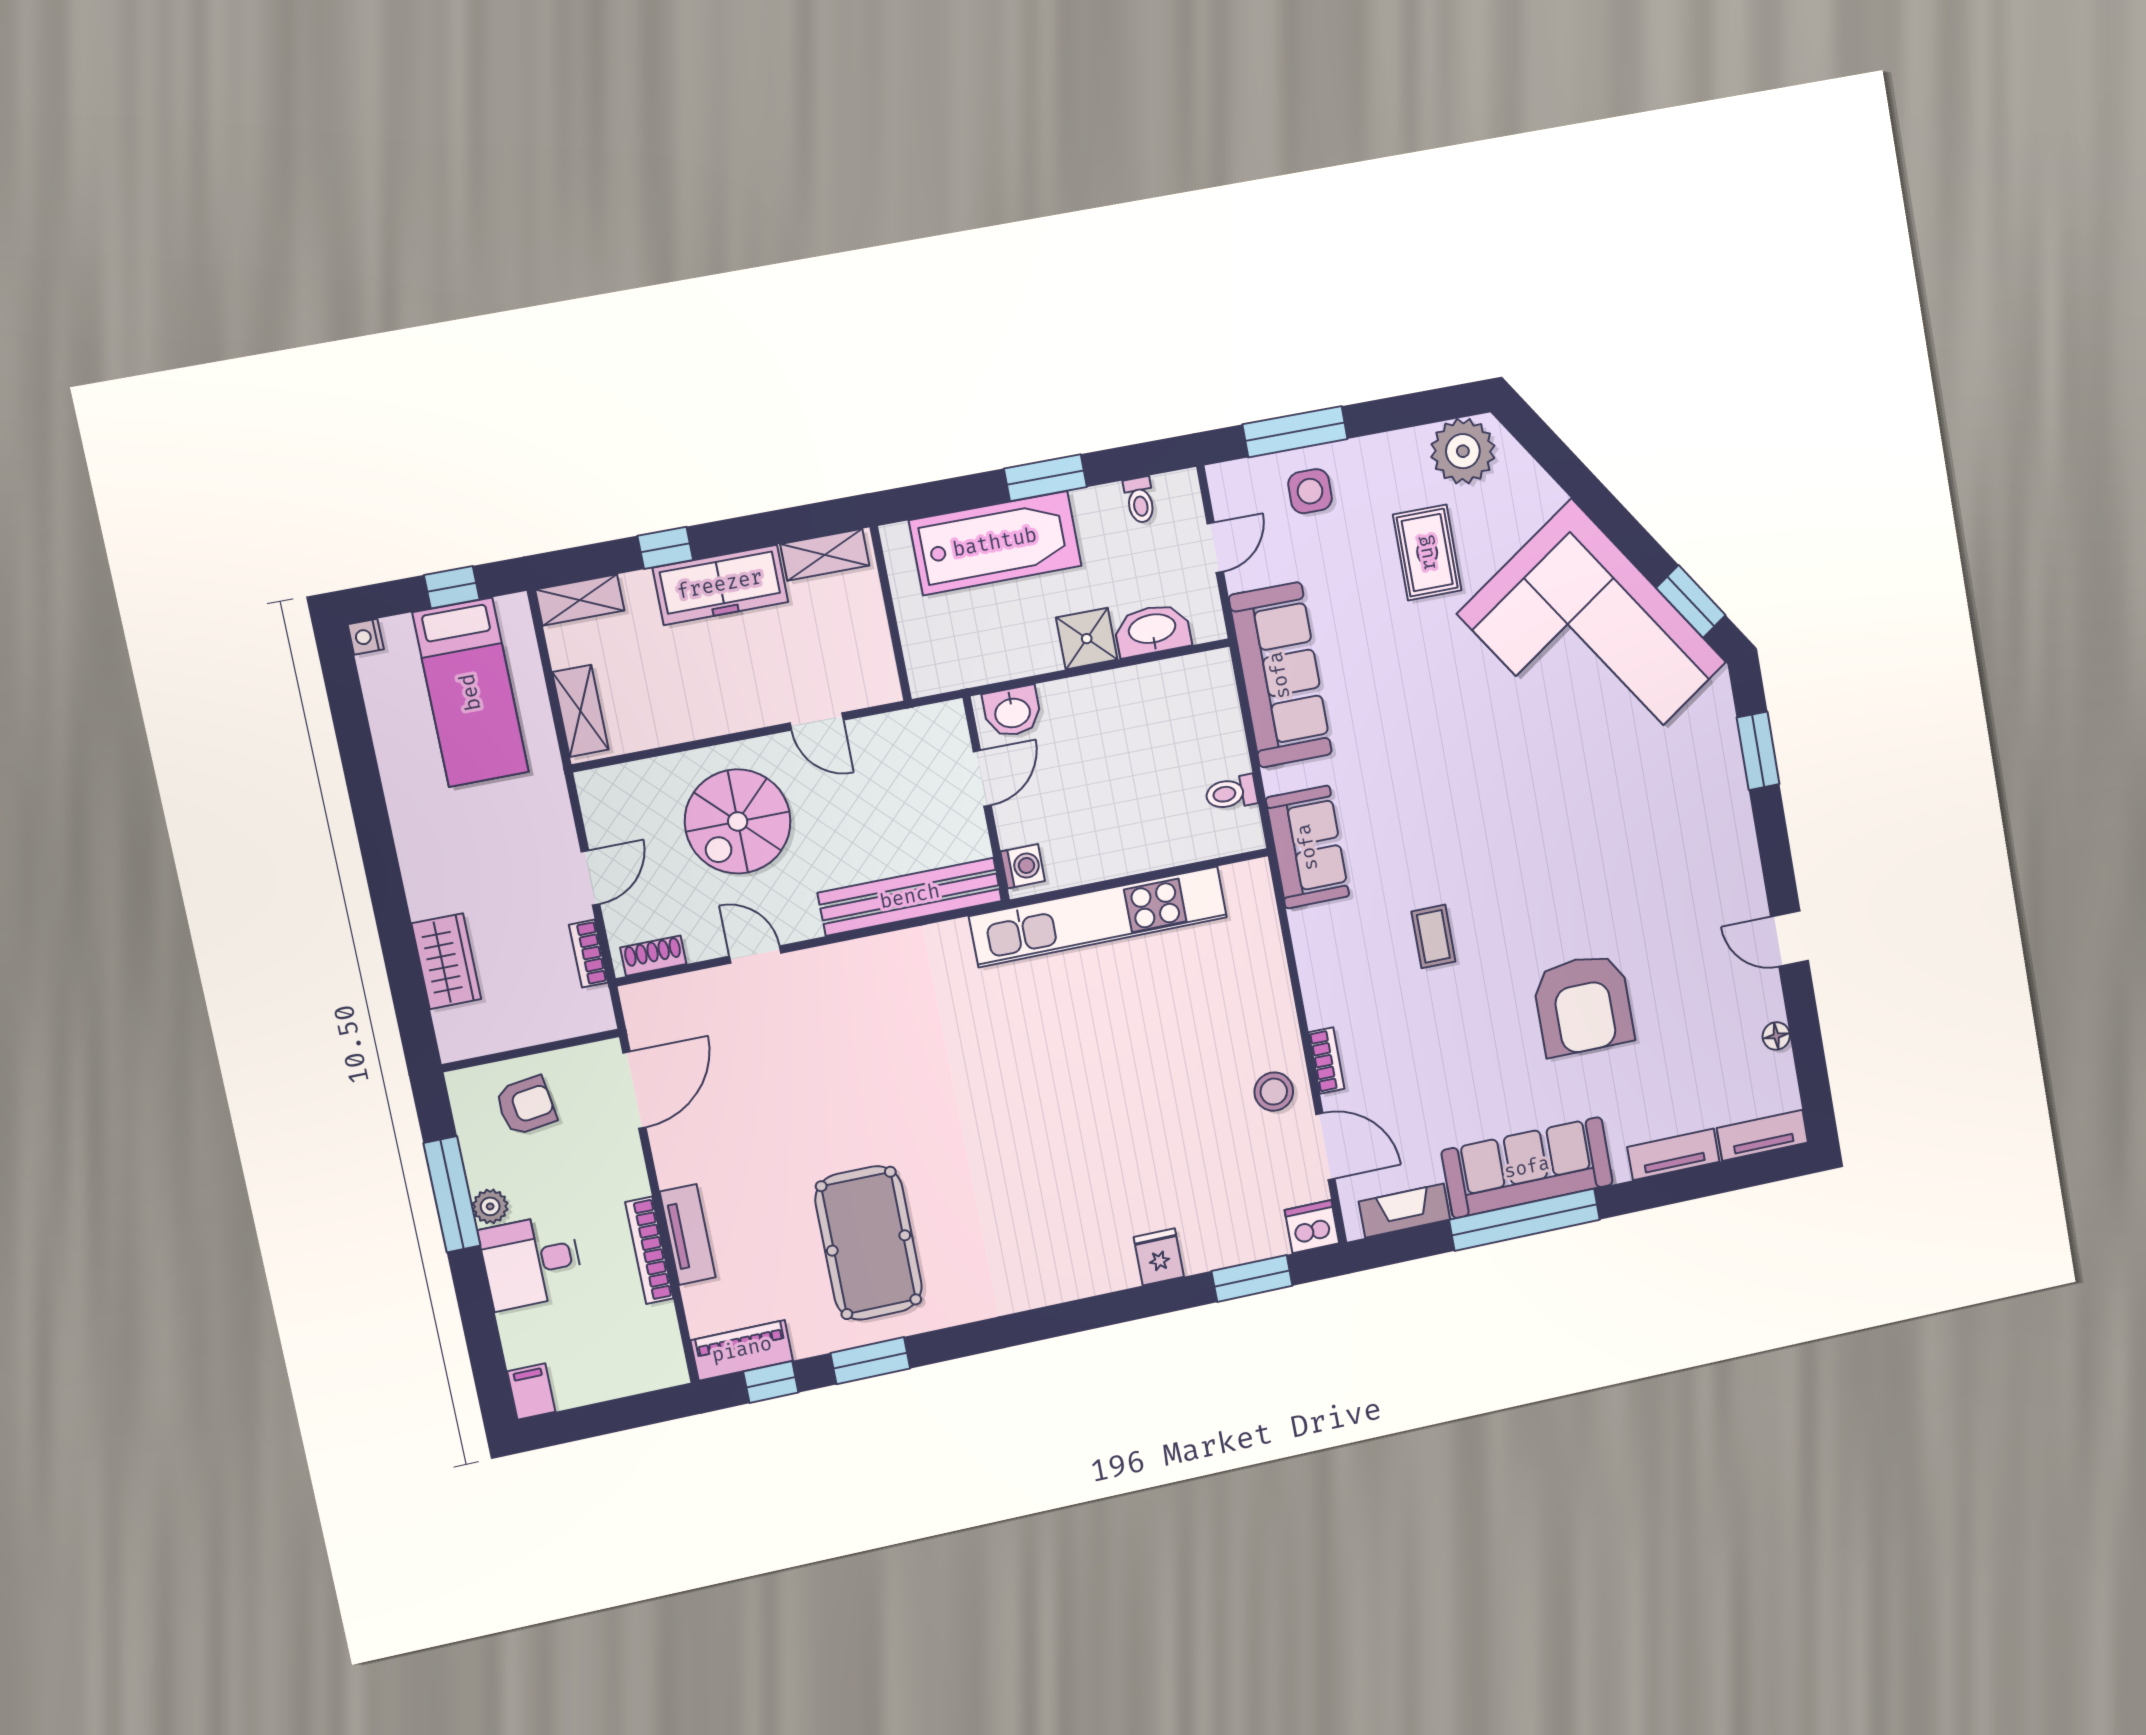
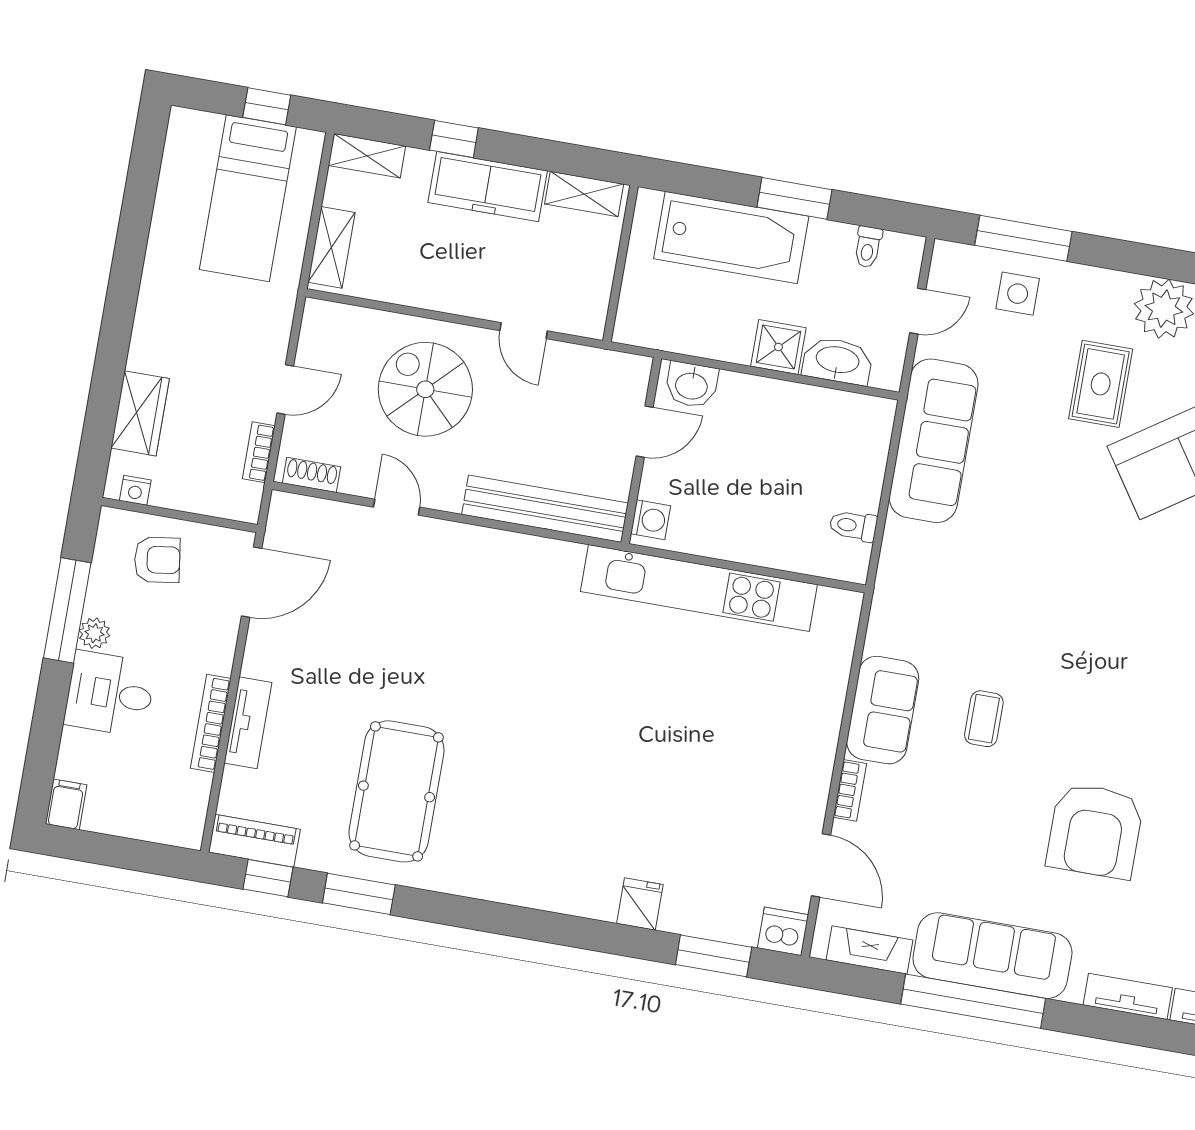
nightstand: (366, 637) -> (135, 490), moved, turned -90
spiral stairs: (738, 821) -> (425, 389), turned 90
sofa: (1308, 847) -> (883, 710), moved
stool: (1274, 1092) -> (794, 799), removed

